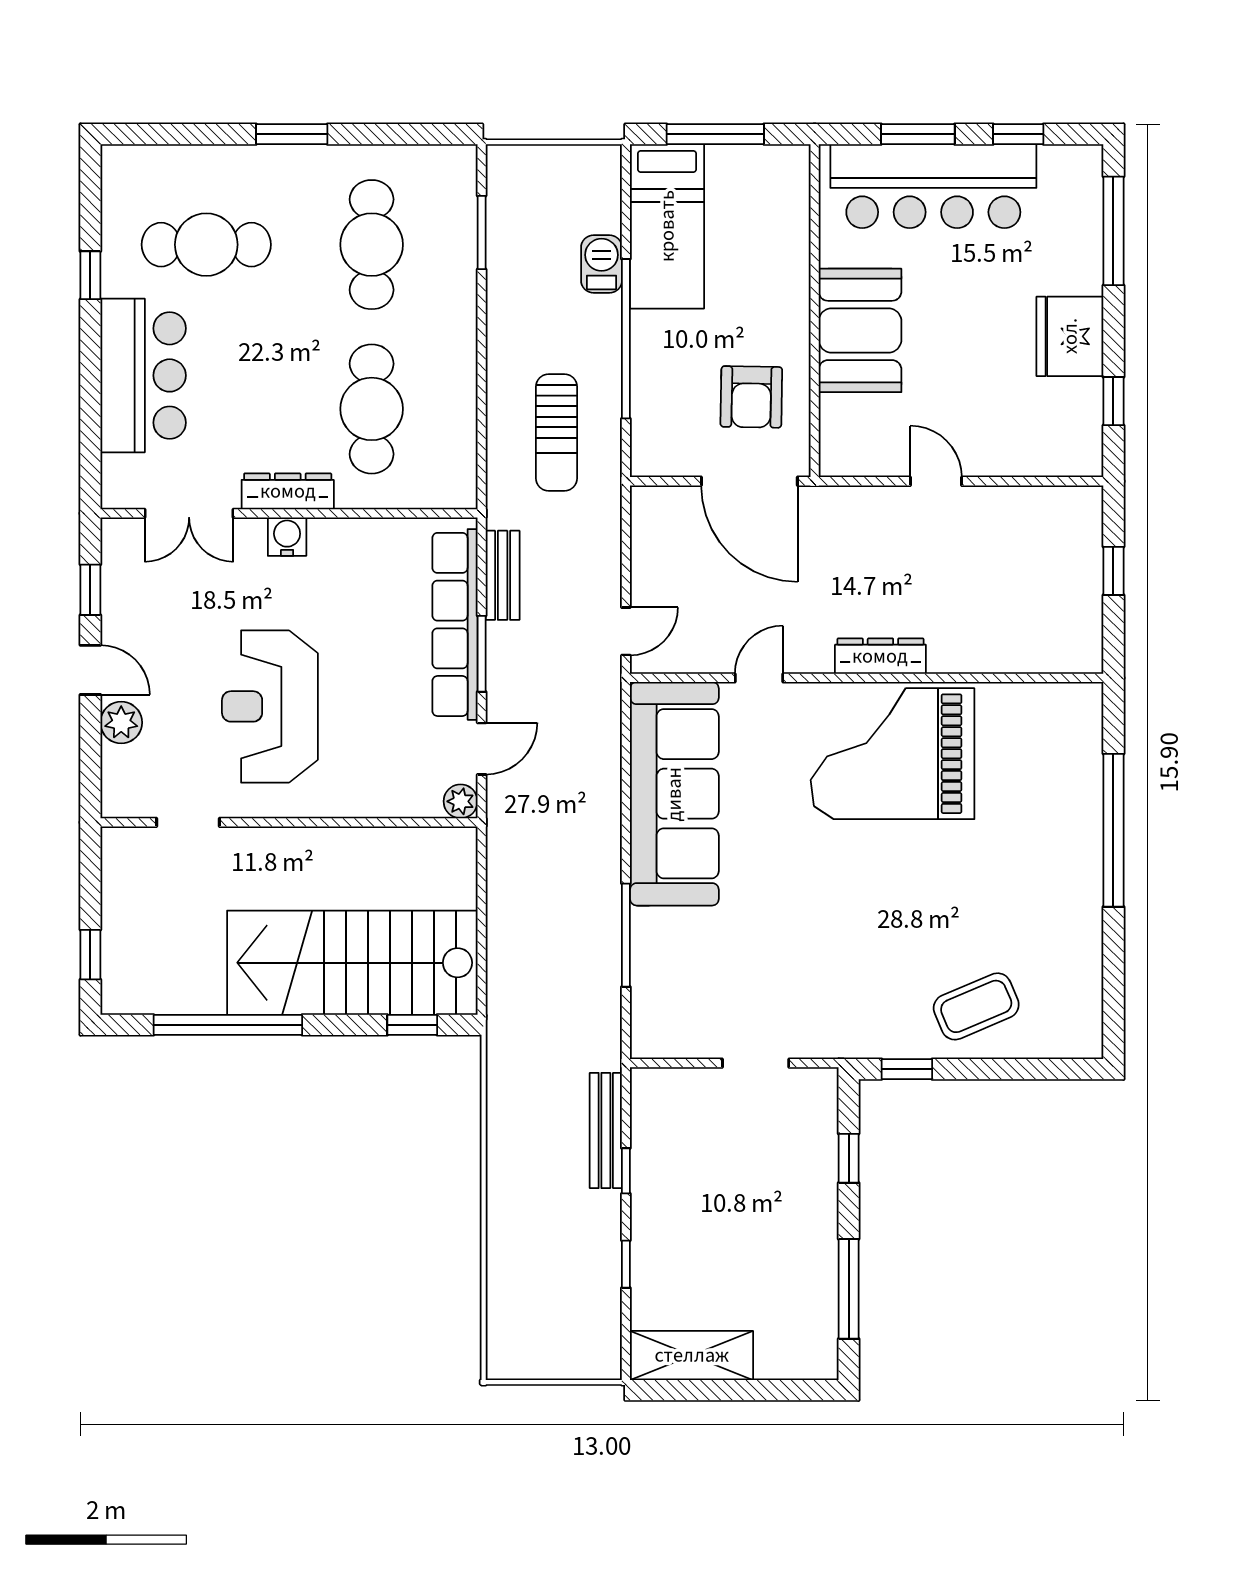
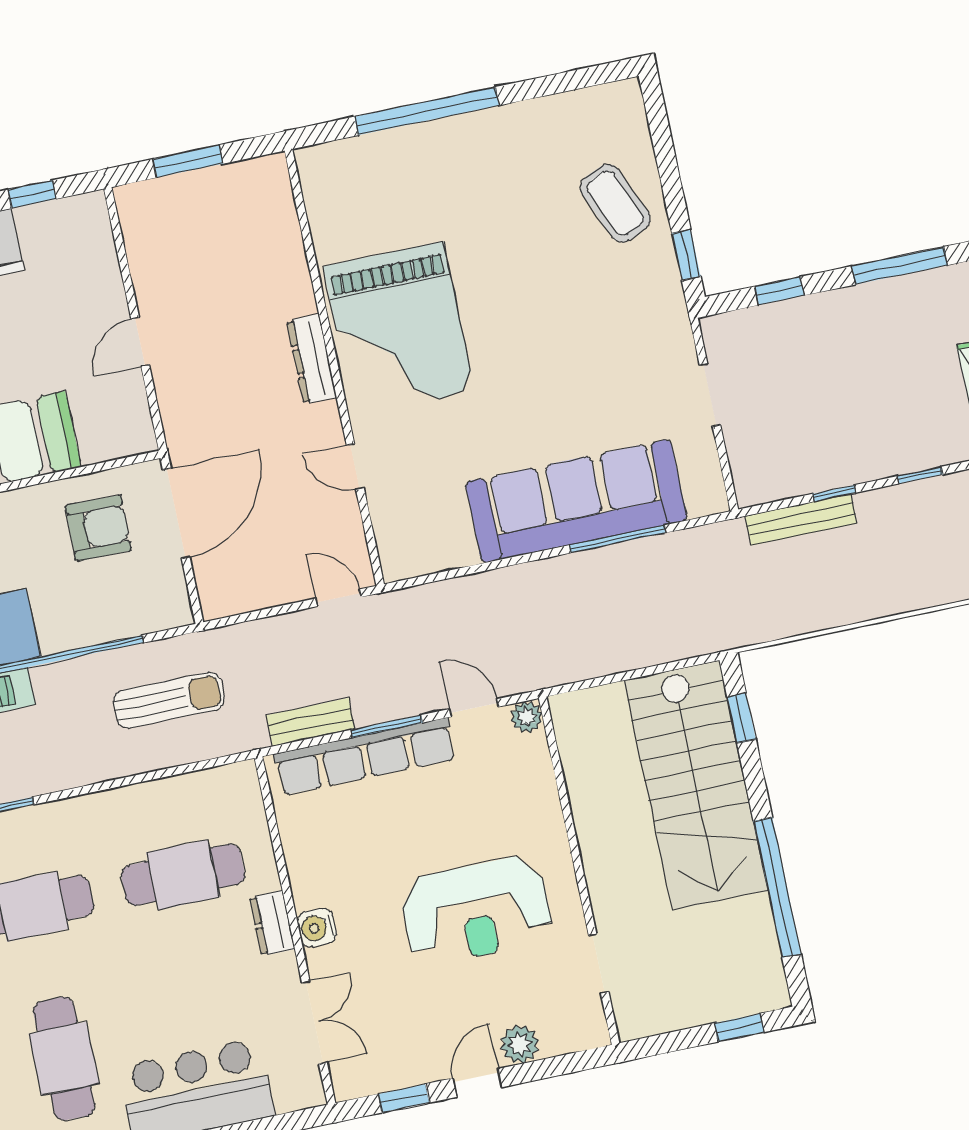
dresser: (288, 491) -> (272, 923), width x0.70
window: (1113, 571) -> (188, 161), width x1.50
sofa: (674, 794) -> (576, 501), moved

